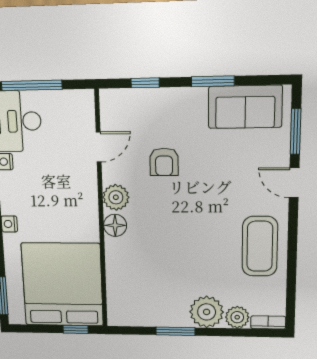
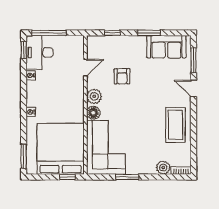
corner sofa: (138, 283) -> (106, 147), added
plant: (207, 312) -> (146, 165), removed

